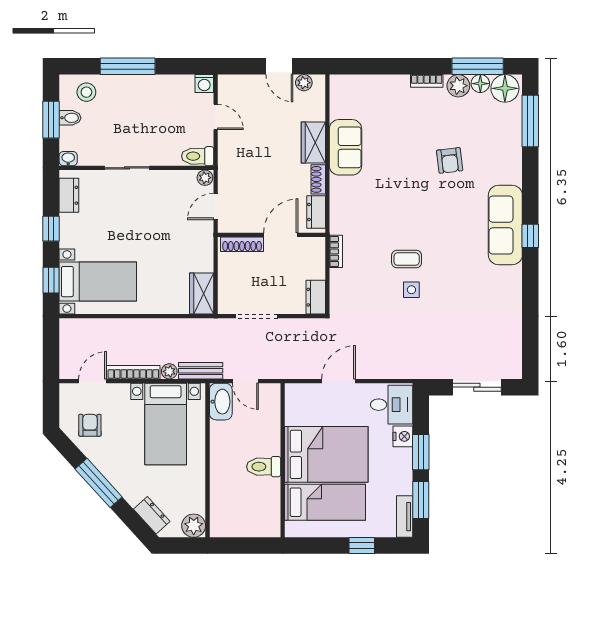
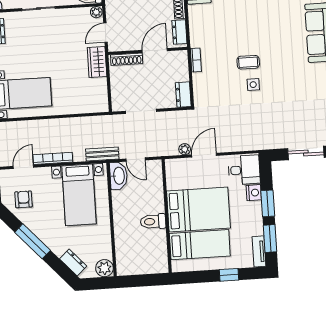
wardrobe: (202, 294) -> (97, 62), moved
plant: (169, 371) -> (185, 149), moved

